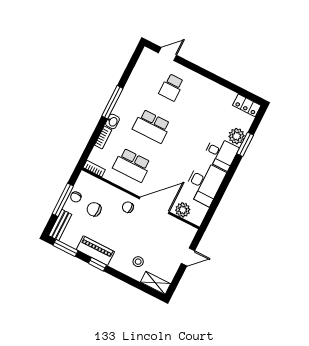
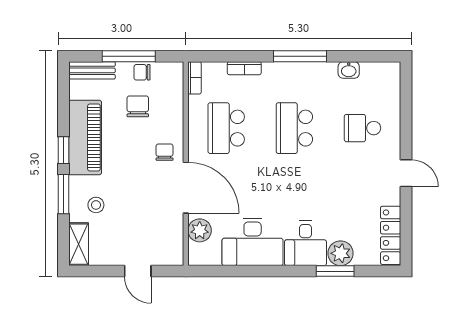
door: (167, 54) -> (406, 173), moved
locker: (247, 105) -> (391, 235), width x1.53
washbasin: (112, 121) -> (349, 70), moved
window: (65, 248) -> (64, 194), moved
piano: (95, 251) -> (85, 138), width x1.37, depth x1.33

